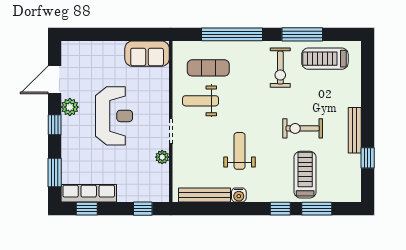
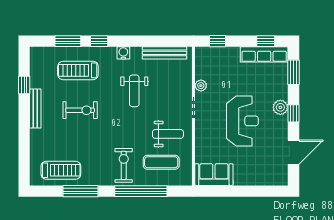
exercise bike: (280, 68) -> (124, 165), moved
plant: (70, 107) -> (280, 107), moved
reception desk: (114, 116) -> (242, 121), turned 180
treadmill: (305, 175) -> (78, 70), turned 90
water cooler: (239, 195) -> (123, 53), moved

